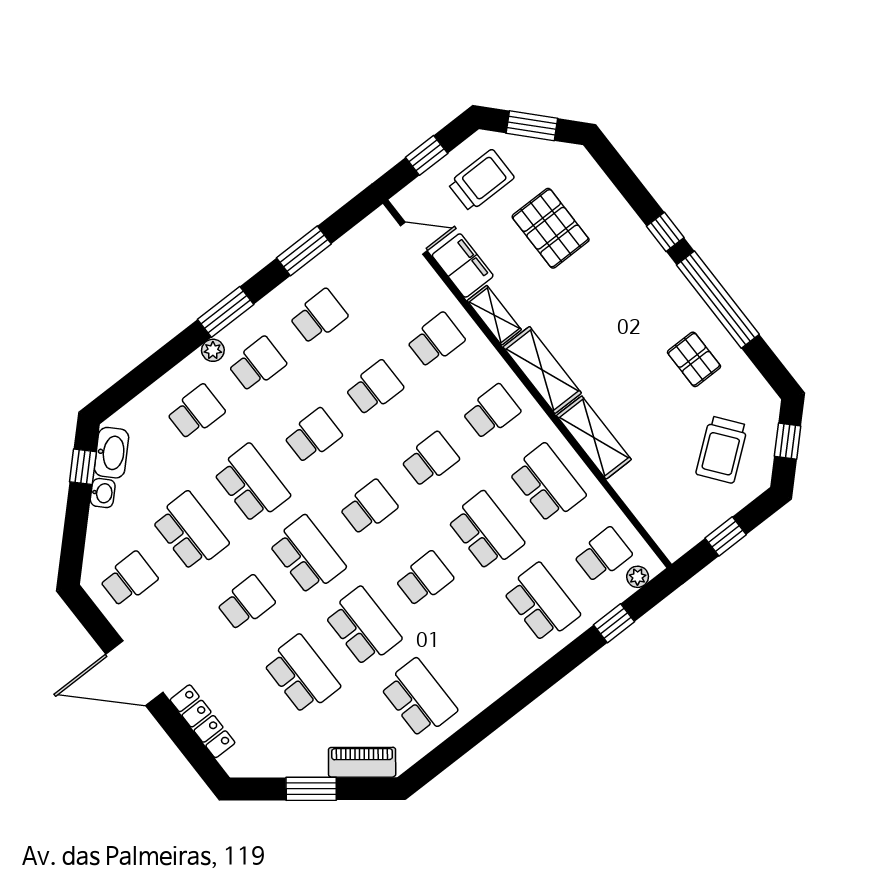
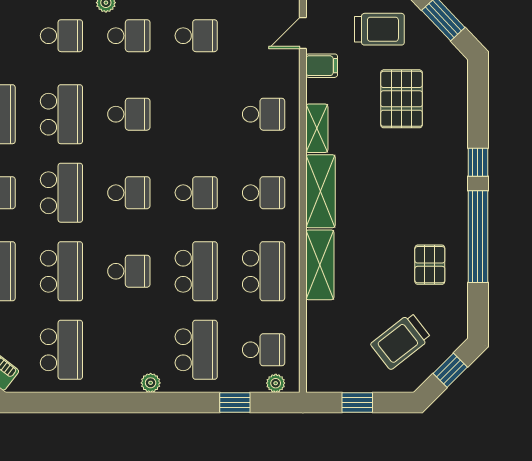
door: (414, 238) -> (303, 33), swing flipped
filing cabinet: (463, 266) -> (322, 66), width x0.50
school desk: (374, 388) -> (196, 114), removed
plant: (523, 665) -> (151, 383), added

